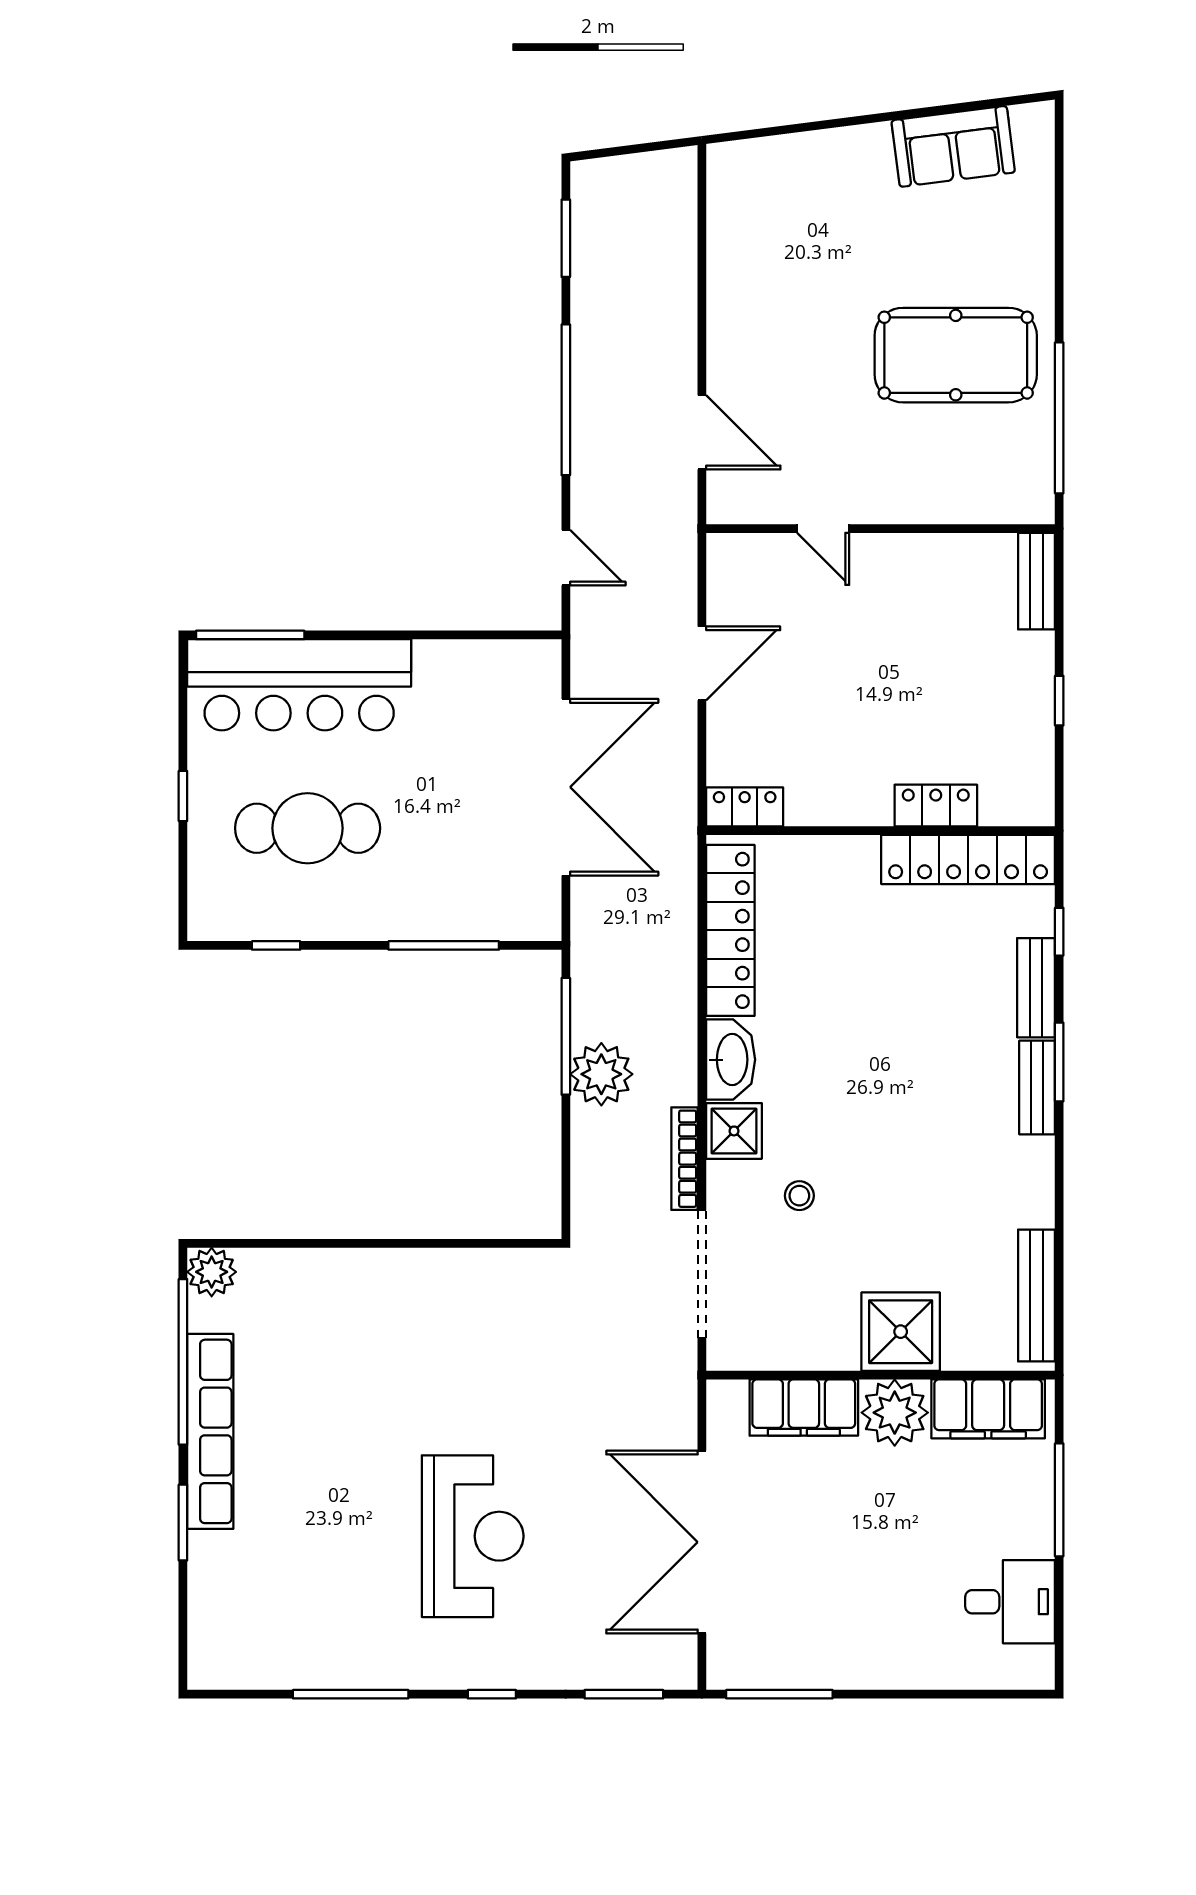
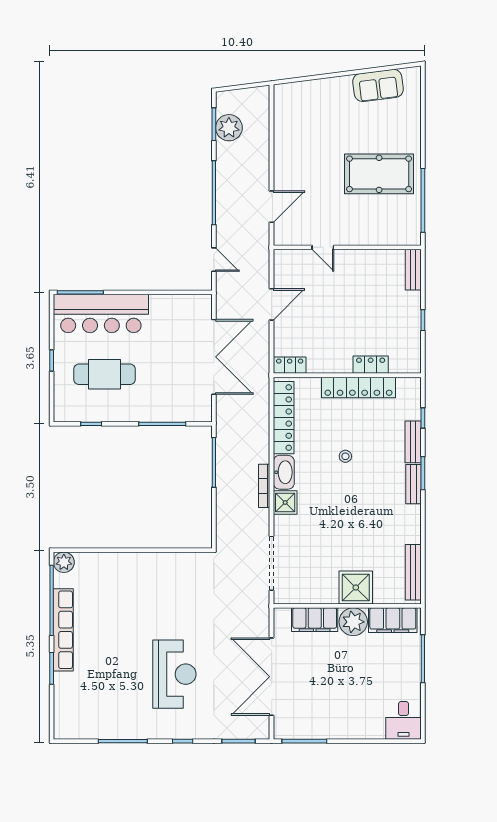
door: (702, 432) -> (272, 207), hinge flipped
locker: (968, 859) -> (358, 387), moved
plant: (601, 1074) -> (229, 128), moved
bookcase: (684, 1159) -> (264, 486), moved
stool: (799, 1196) -> (345, 456), moved
desk: (1010, 1602) -> (403, 720), moved, turned 90

